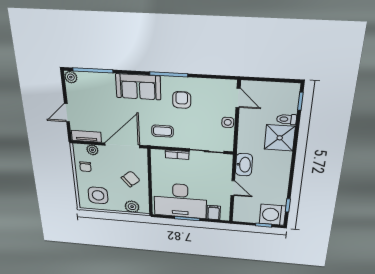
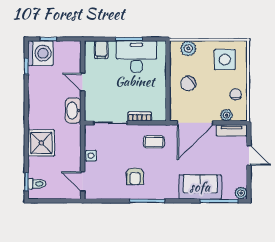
sofa: (138, 87) -> (200, 187), moved
door: (67, 113) -> (249, 155), hinge flipped
toilet: (287, 119) -> (37, 184), moved
desk: (180, 201) -> (136, 57), width x0.73, depth x0.77

